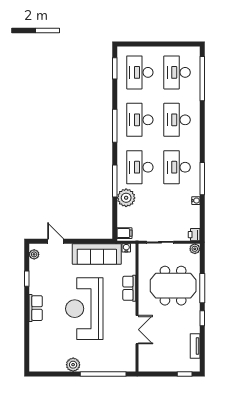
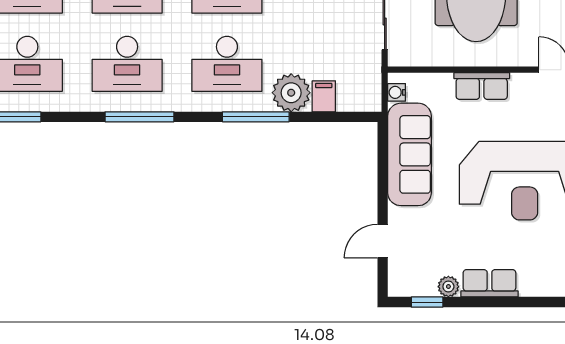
filing cabinet: (124, 233) -> (324, 96), moved
plant: (34, 254) -> (448, 287), moved
window: (27, 279) -> (427, 302), moved
row of seats: (36, 308) -> (489, 283), moved

